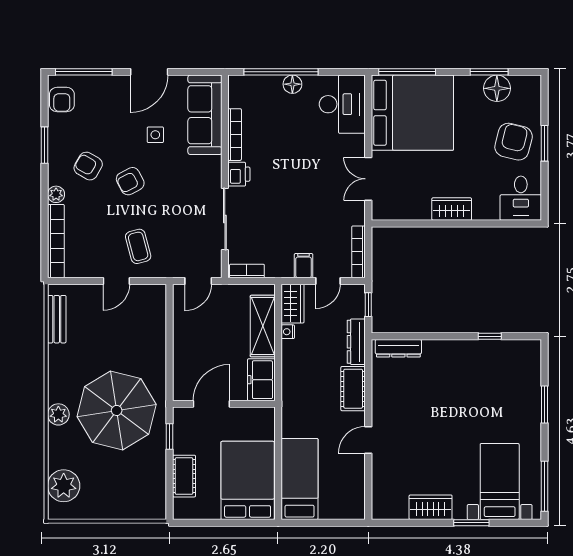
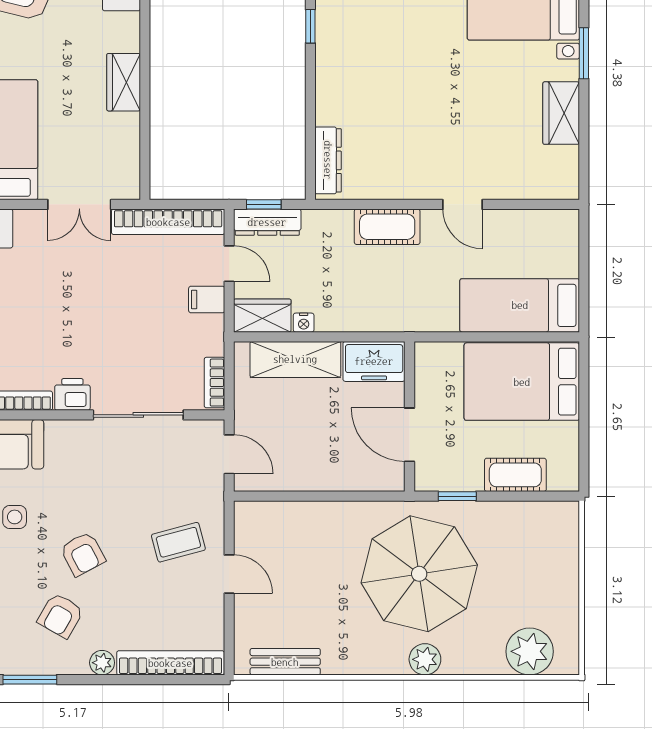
bookcase: (359, 252) -> (168, 222), width x1.48, depth x1.31
dresser: (356, 342) -> (267, 222), moved

